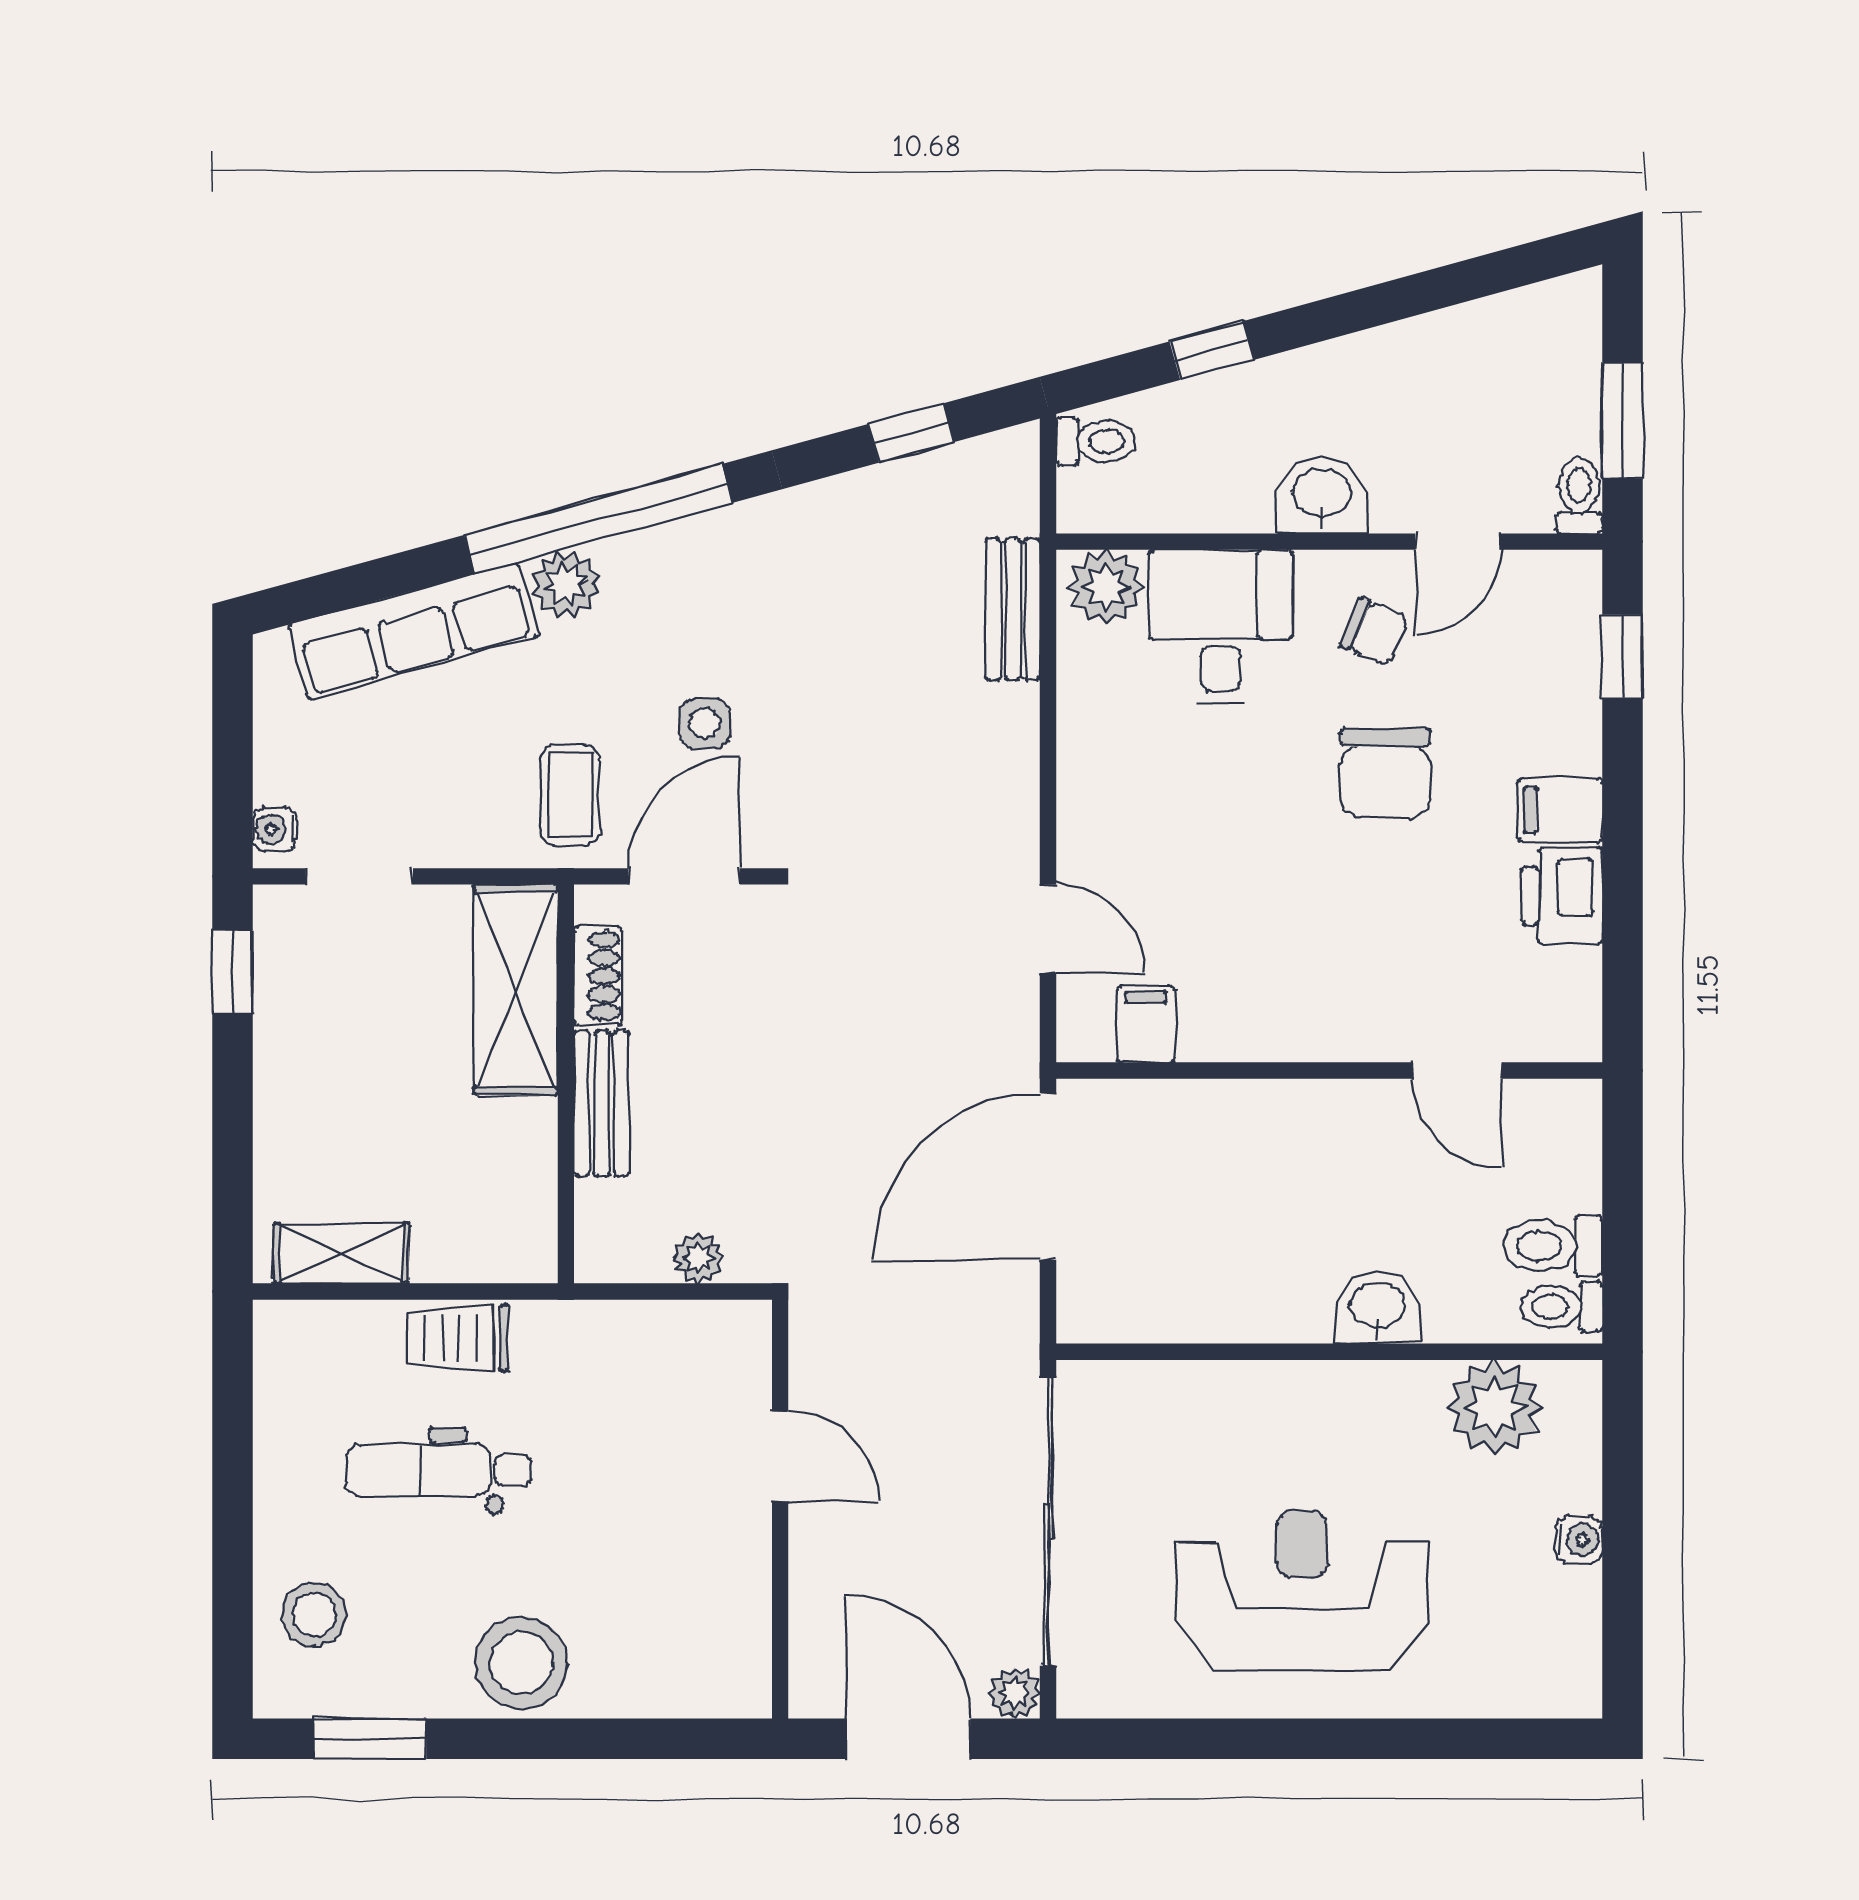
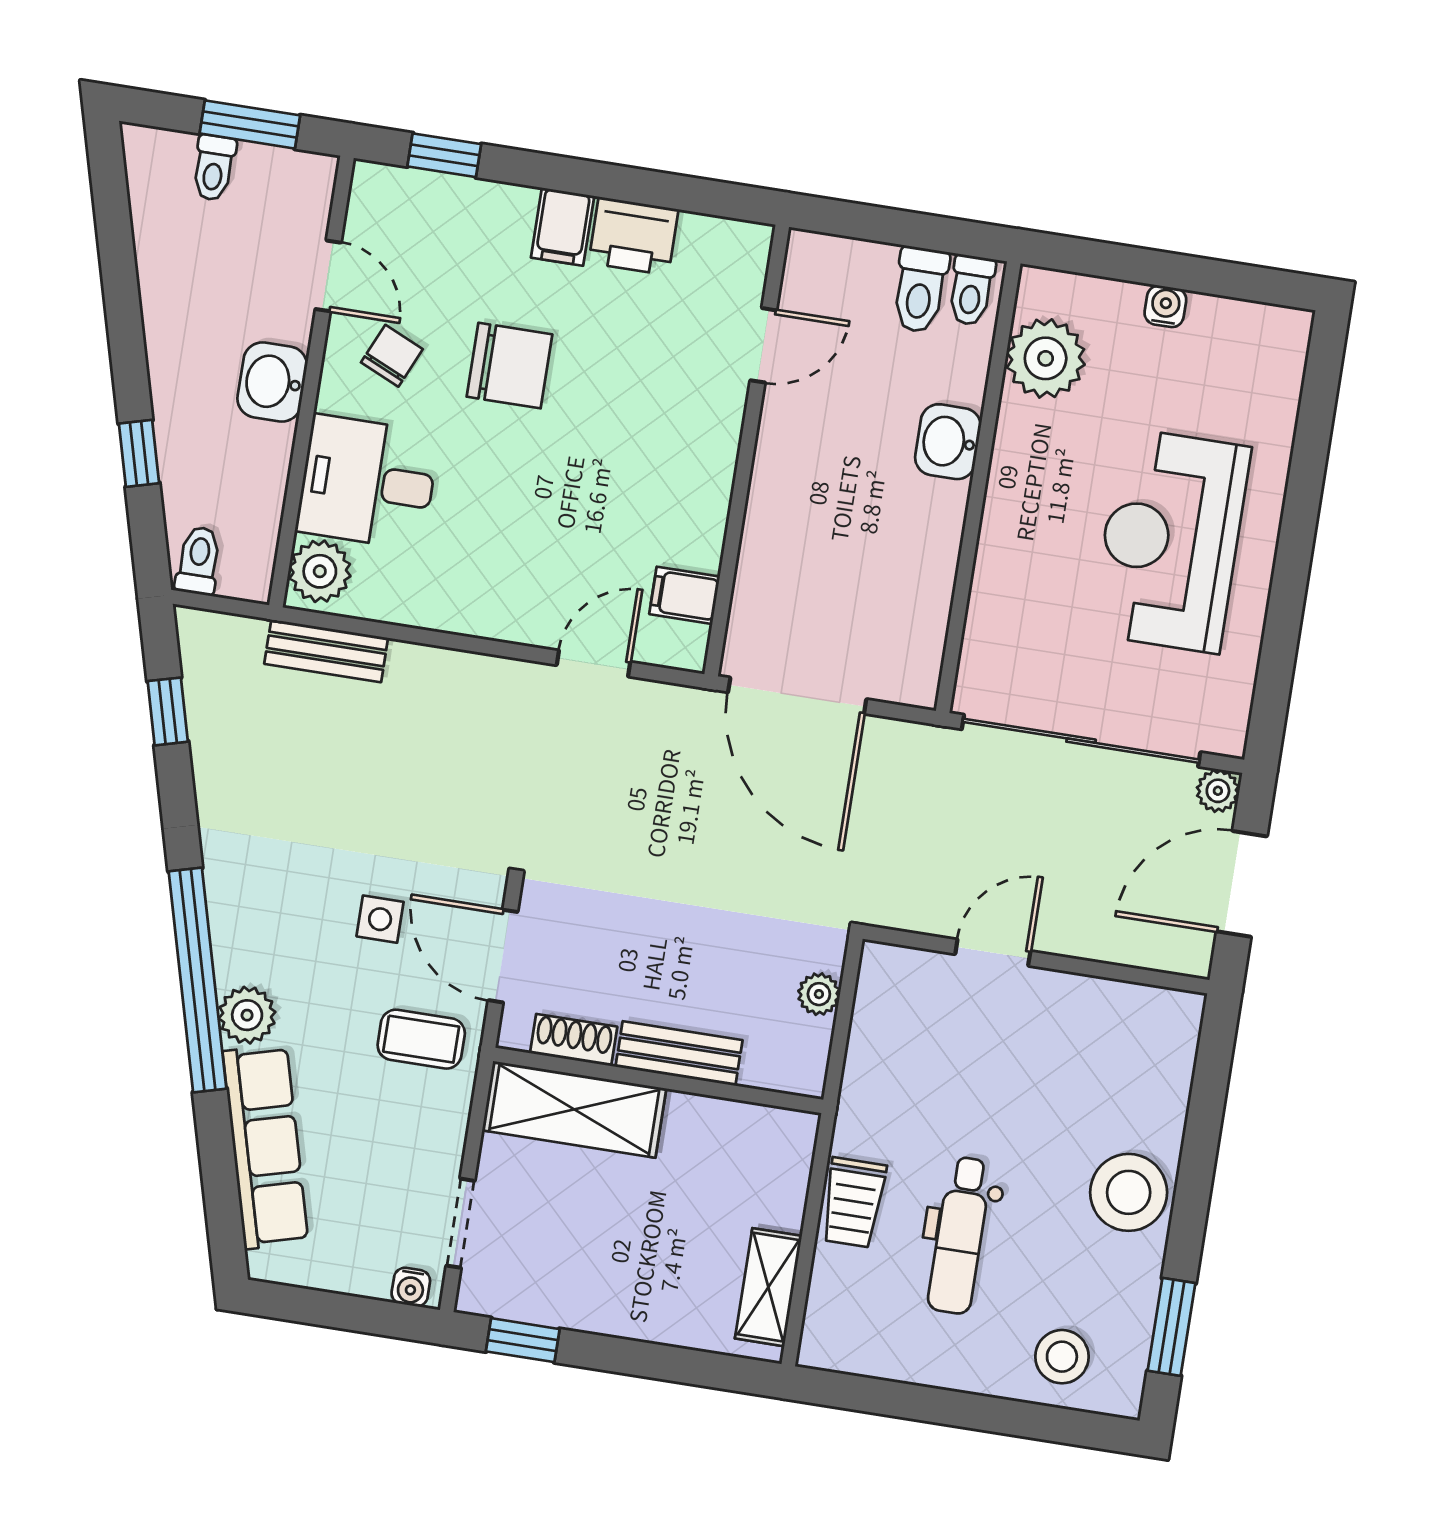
toilet: (1579, 495) -> (214, 168), moved, turned -90

